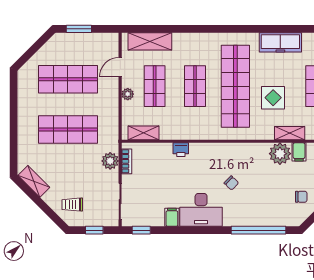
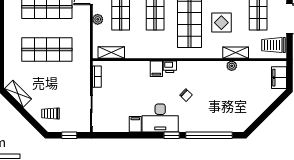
printer: (181, 150) -> (170, 67), moved
filing cabinet: (299, 152) -> (156, 69), moved
plant: (280, 154) -> (232, 66), width x0.53, depth x0.53
plant: (110, 161) -> (83, 76), removed
chair: (301, 197) -> (246, 107), removed
window: (141, 230) -> (172, 135), moved

